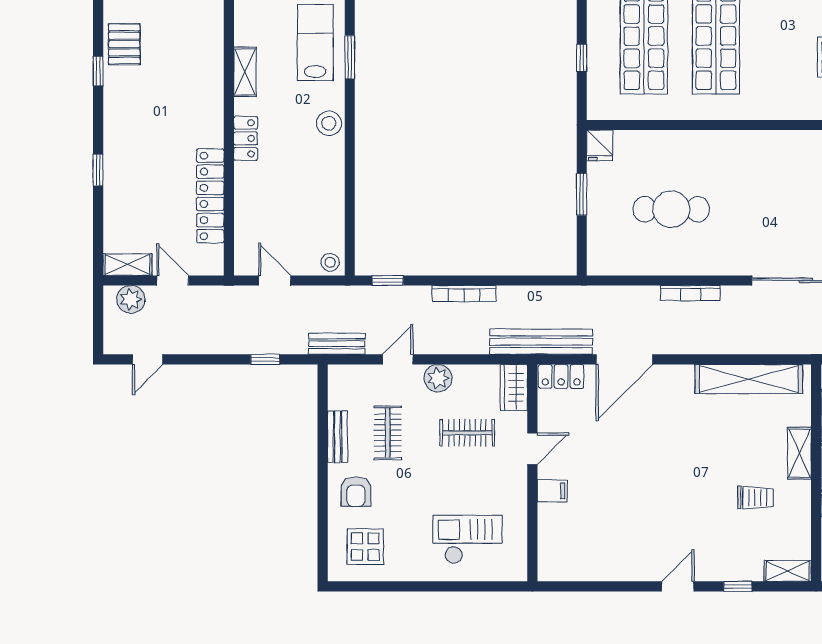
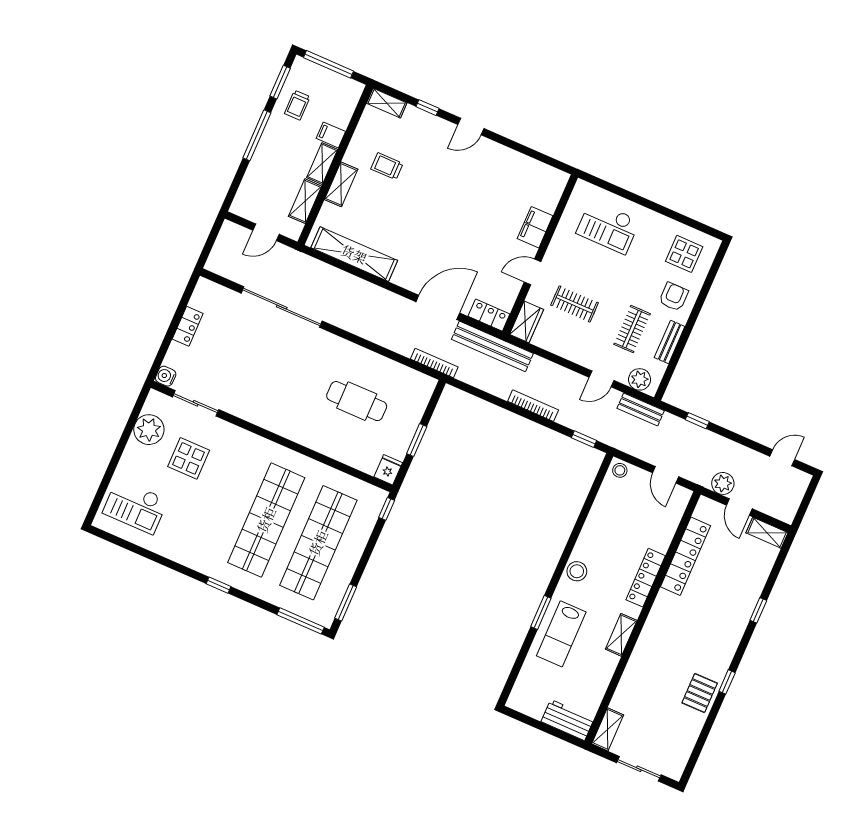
window: (582, 58) -> (387, 509), moved
locker: (246, 138) -> (646, 578), width x1.53
bookcase: (690, 293) -> (434, 363), moved
plant: (131, 299) -> (723, 483), moved
plant: (438, 378) -> (640, 379), moved
filing cabinet: (552, 491) -> (535, 227), width x2.00

